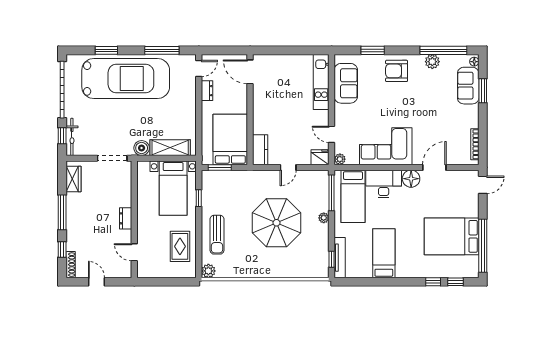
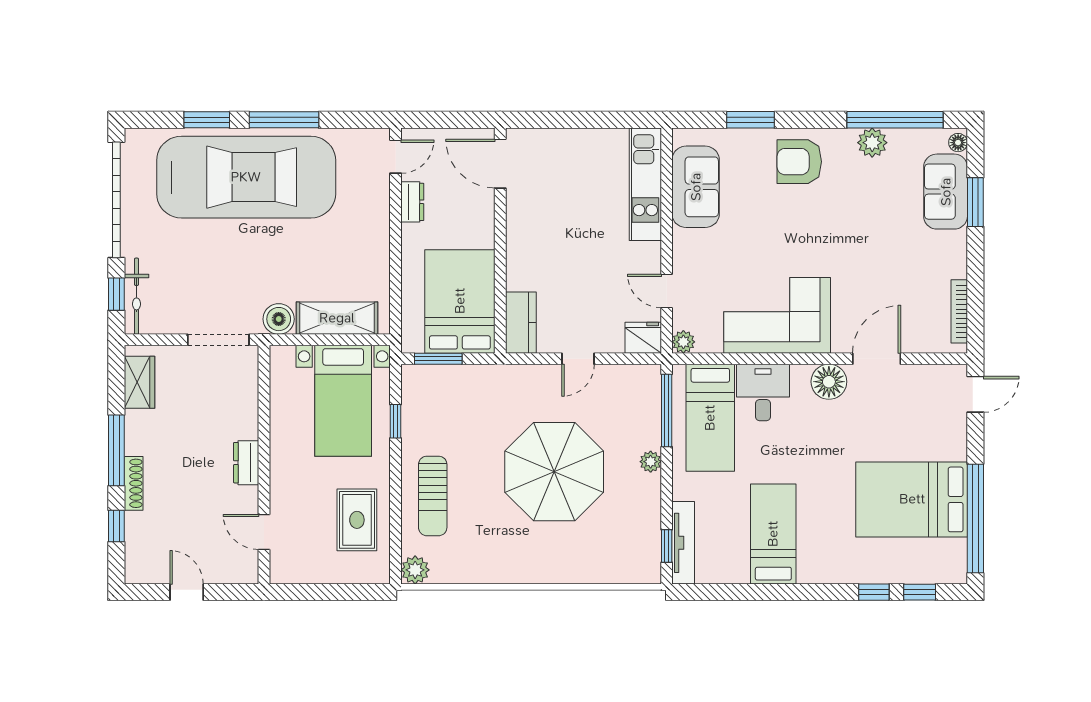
window: (162, 50) -> (284, 120), moved
desk: (384, 184) -> (763, 392), width x0.73
shoe rack: (71, 265) -> (134, 483), moved

